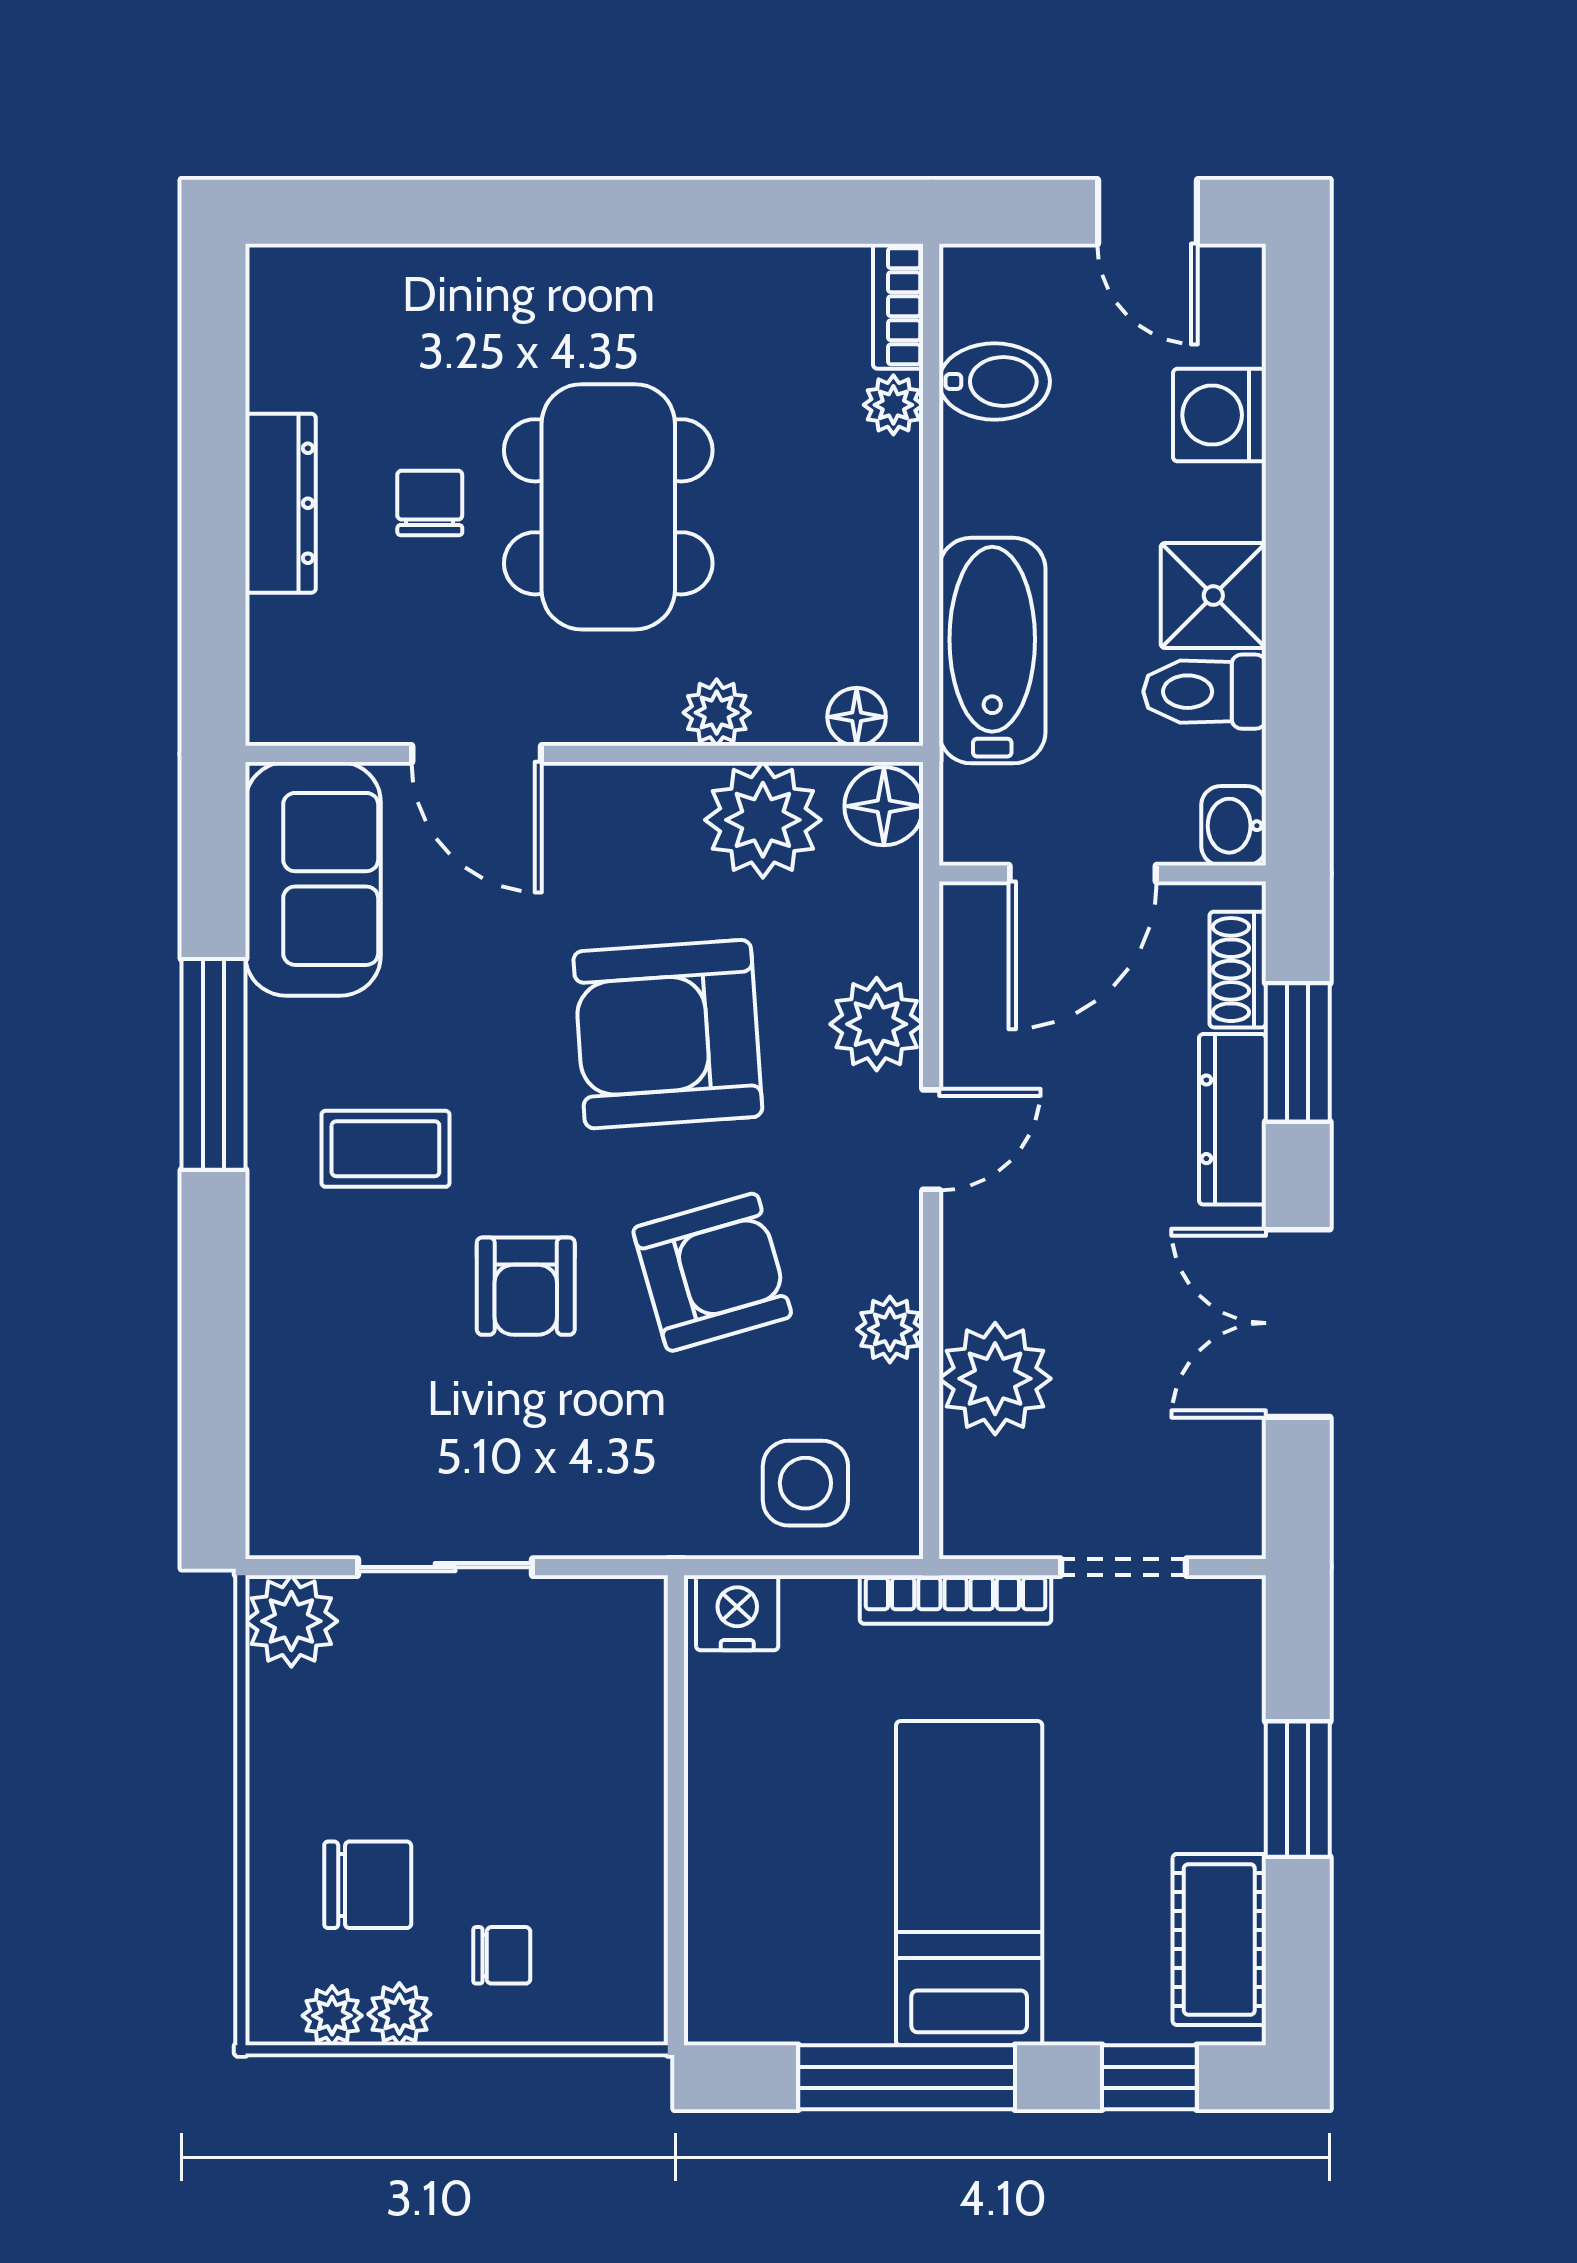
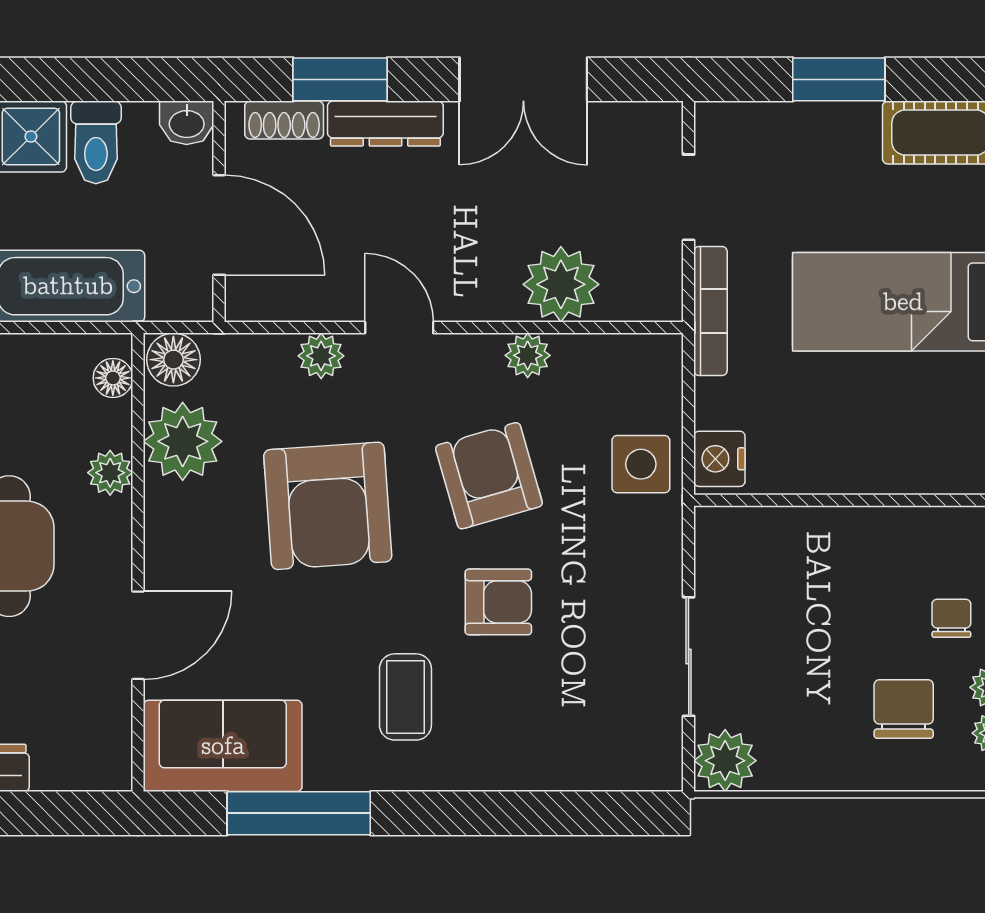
plant: (877, 1024) -> (321, 356), width x0.73, depth x0.73
window: (214, 1064) -> (299, 813), moved
side table: (805, 1483) -> (641, 464), moved

